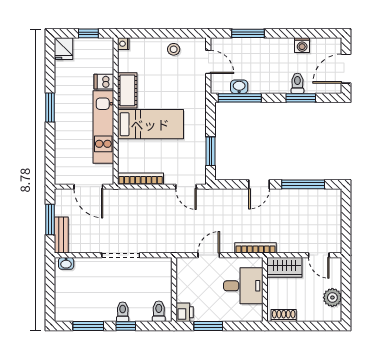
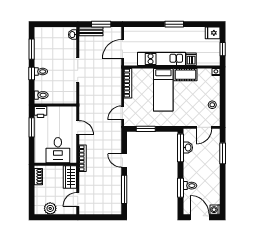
washing machine: (302, 45) -> (215, 210), moved

